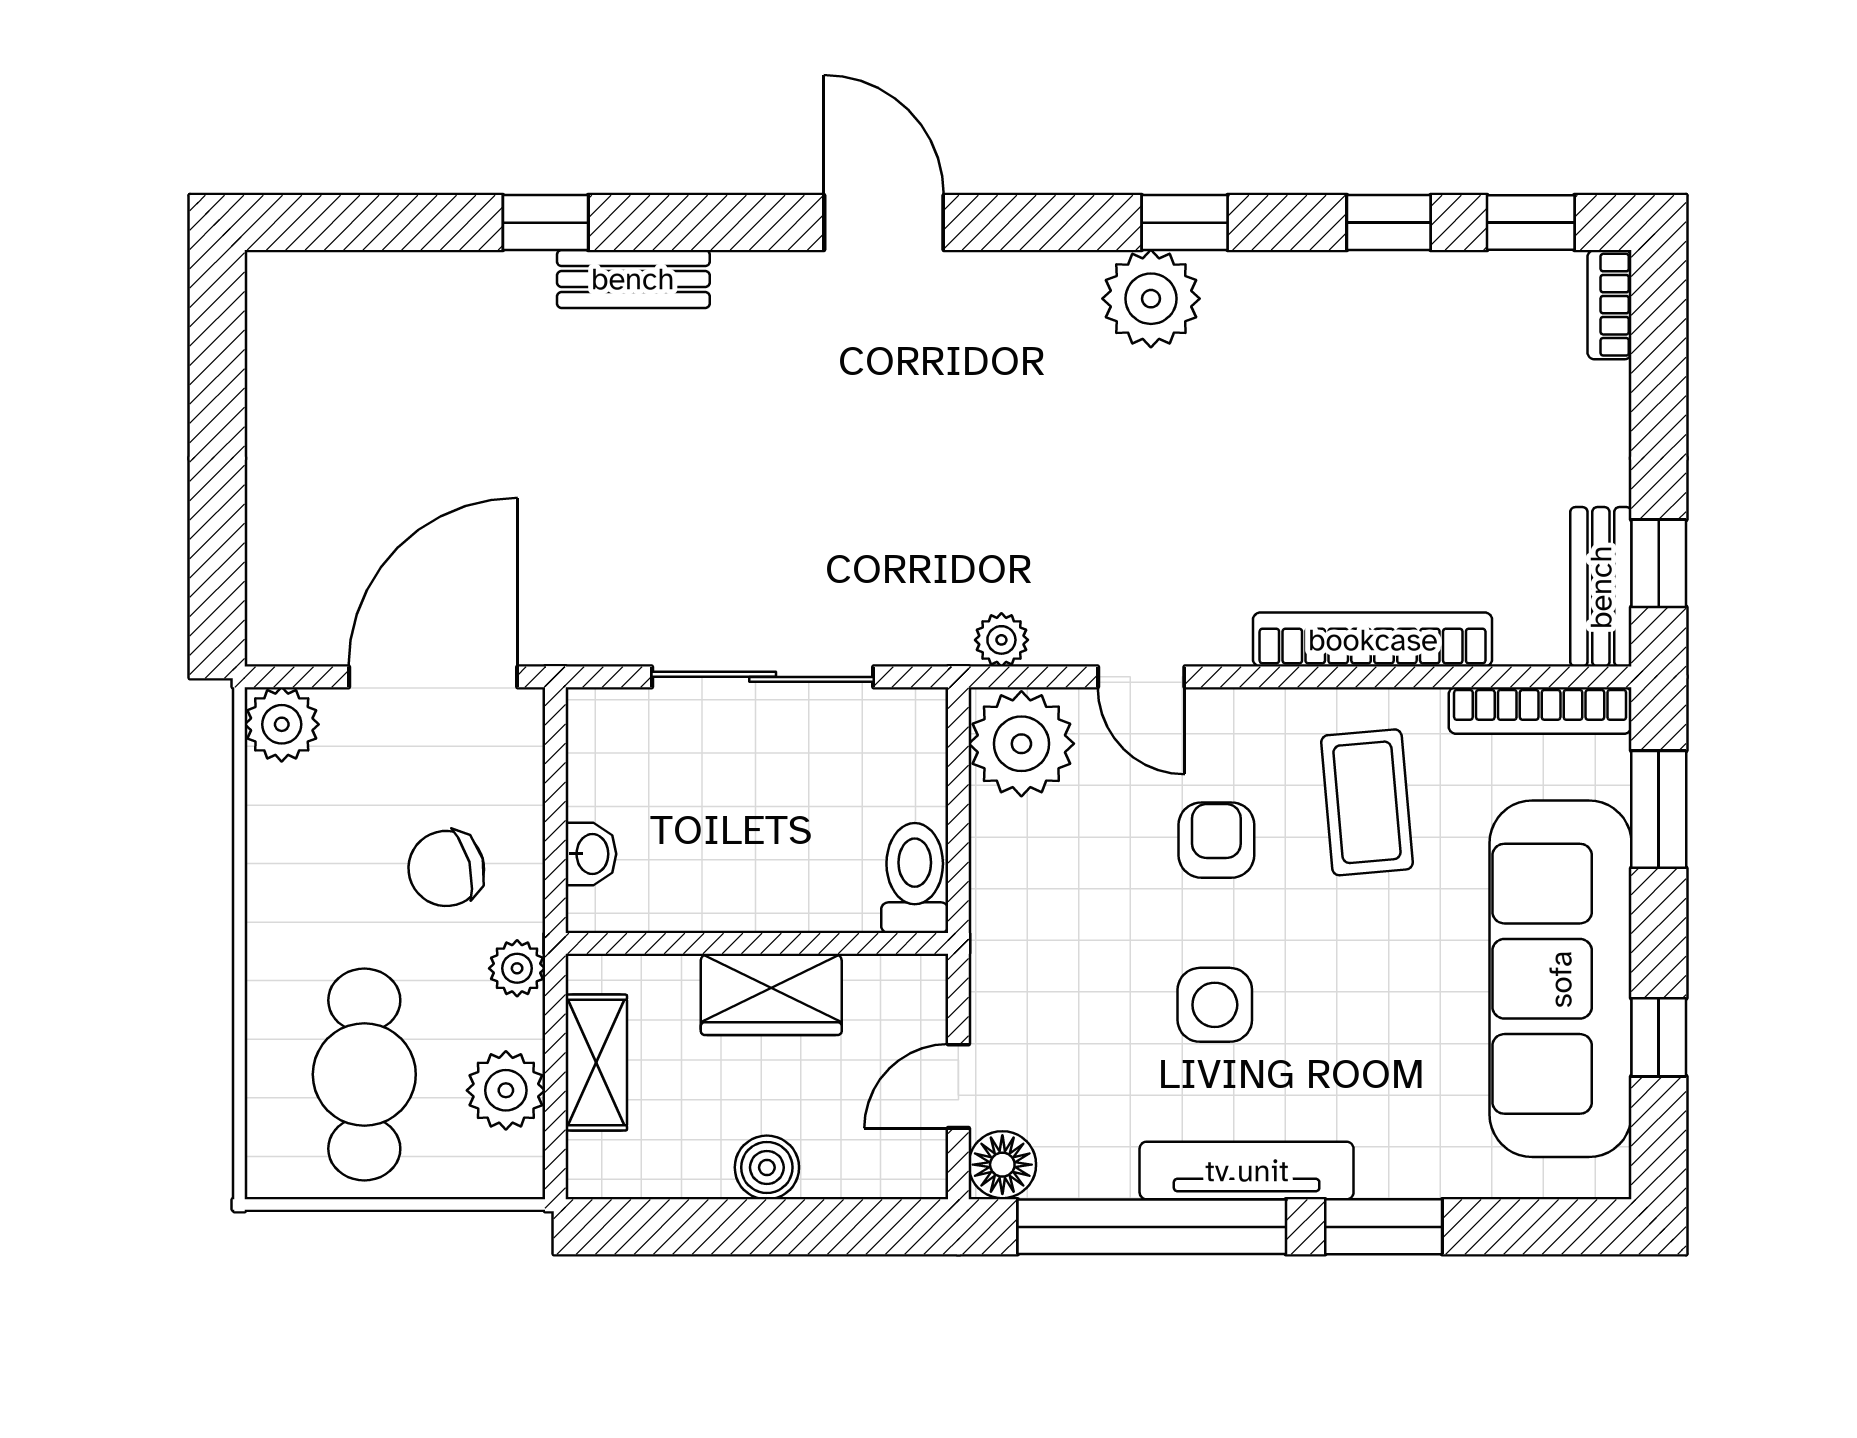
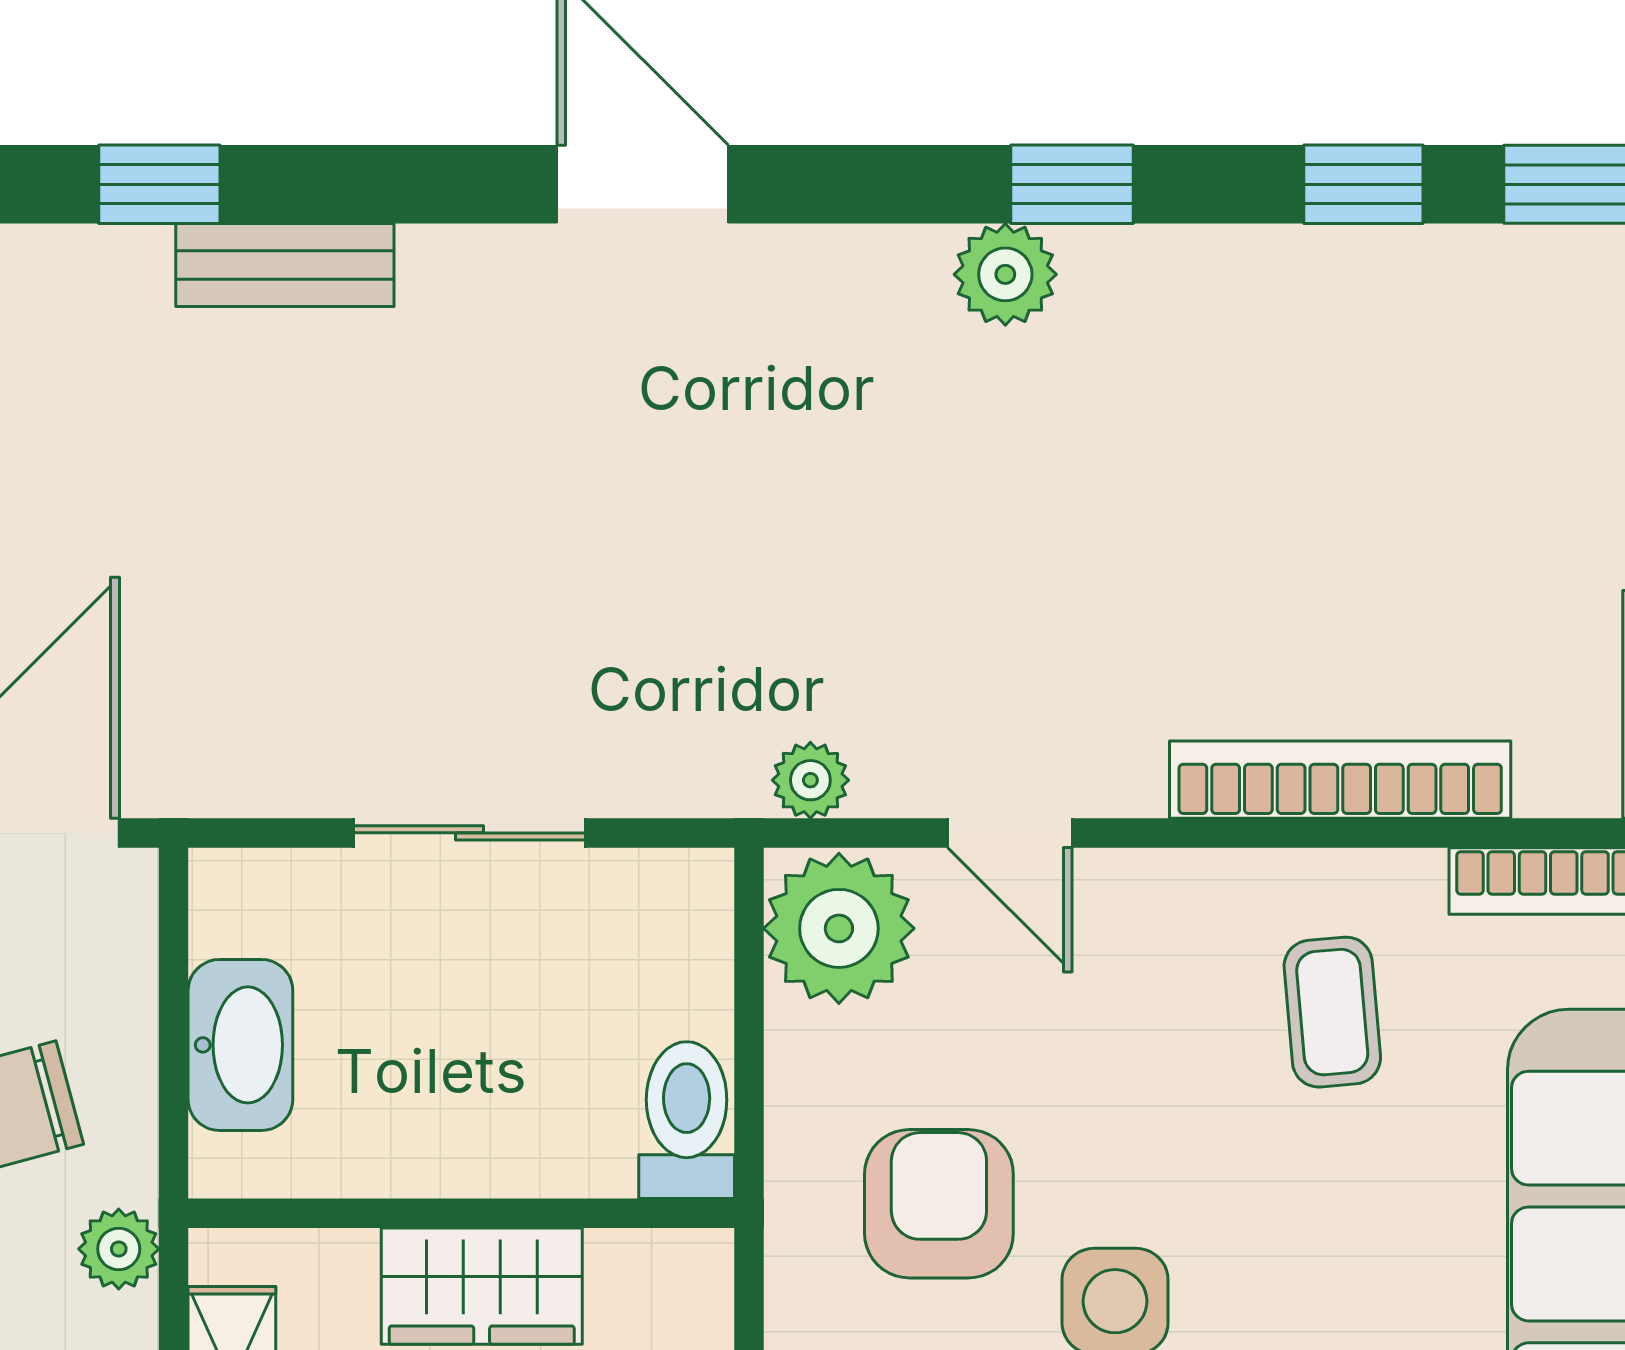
plant: (1151, 299) -> (1005, 274), width x0.73, depth x0.73
sliding door: (763, 677) -> (469, 833), width x0.73
coffee table: (1367, 802) -> (1332, 1012), width x0.73, depth x0.77
armchair: (1216, 840) -> (939, 1204), moved, width x1.38, depth x1.38
washbasin: (591, 854) -> (240, 1045), width x1.91, depth x1.45

